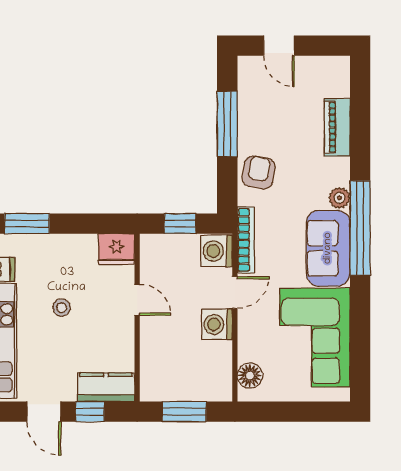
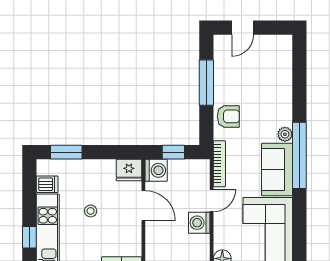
door: (279, 46) -> (243, 28), hinge flipped
piano: (337, 127) -> (283, 85), removed
armchair: (259, 172) -> (228, 116), turned 80
washing machine: (216, 251) -> (156, 170), moved, turned 180
door: (137, 300) -> (143, 206), width x1.38

